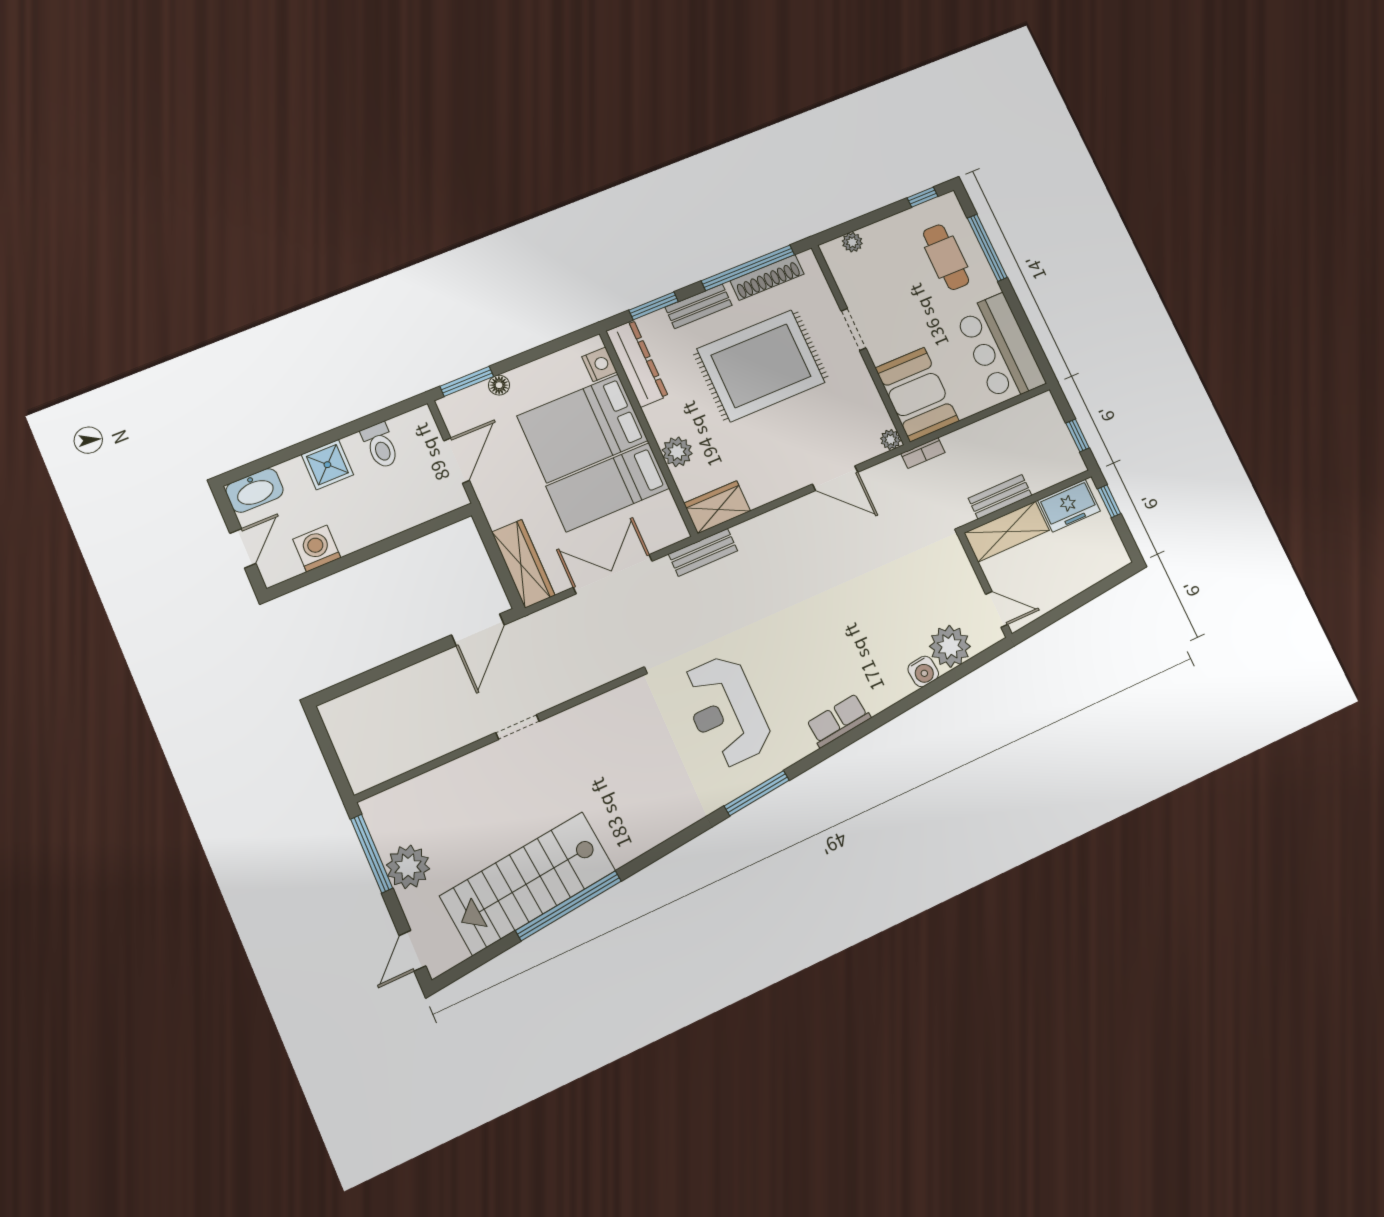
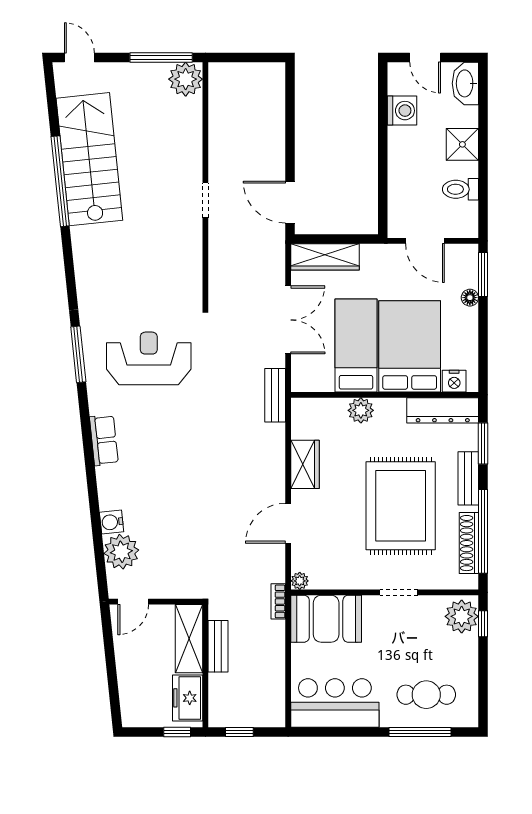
window: (923, 197) -> (483, 624), moved
plant: (852, 242) -> (462, 616), width x1.88, depth x1.88
wardrobe: (717, 507) -> (305, 464), moved
plant: (408, 867) -> (186, 79), moved

